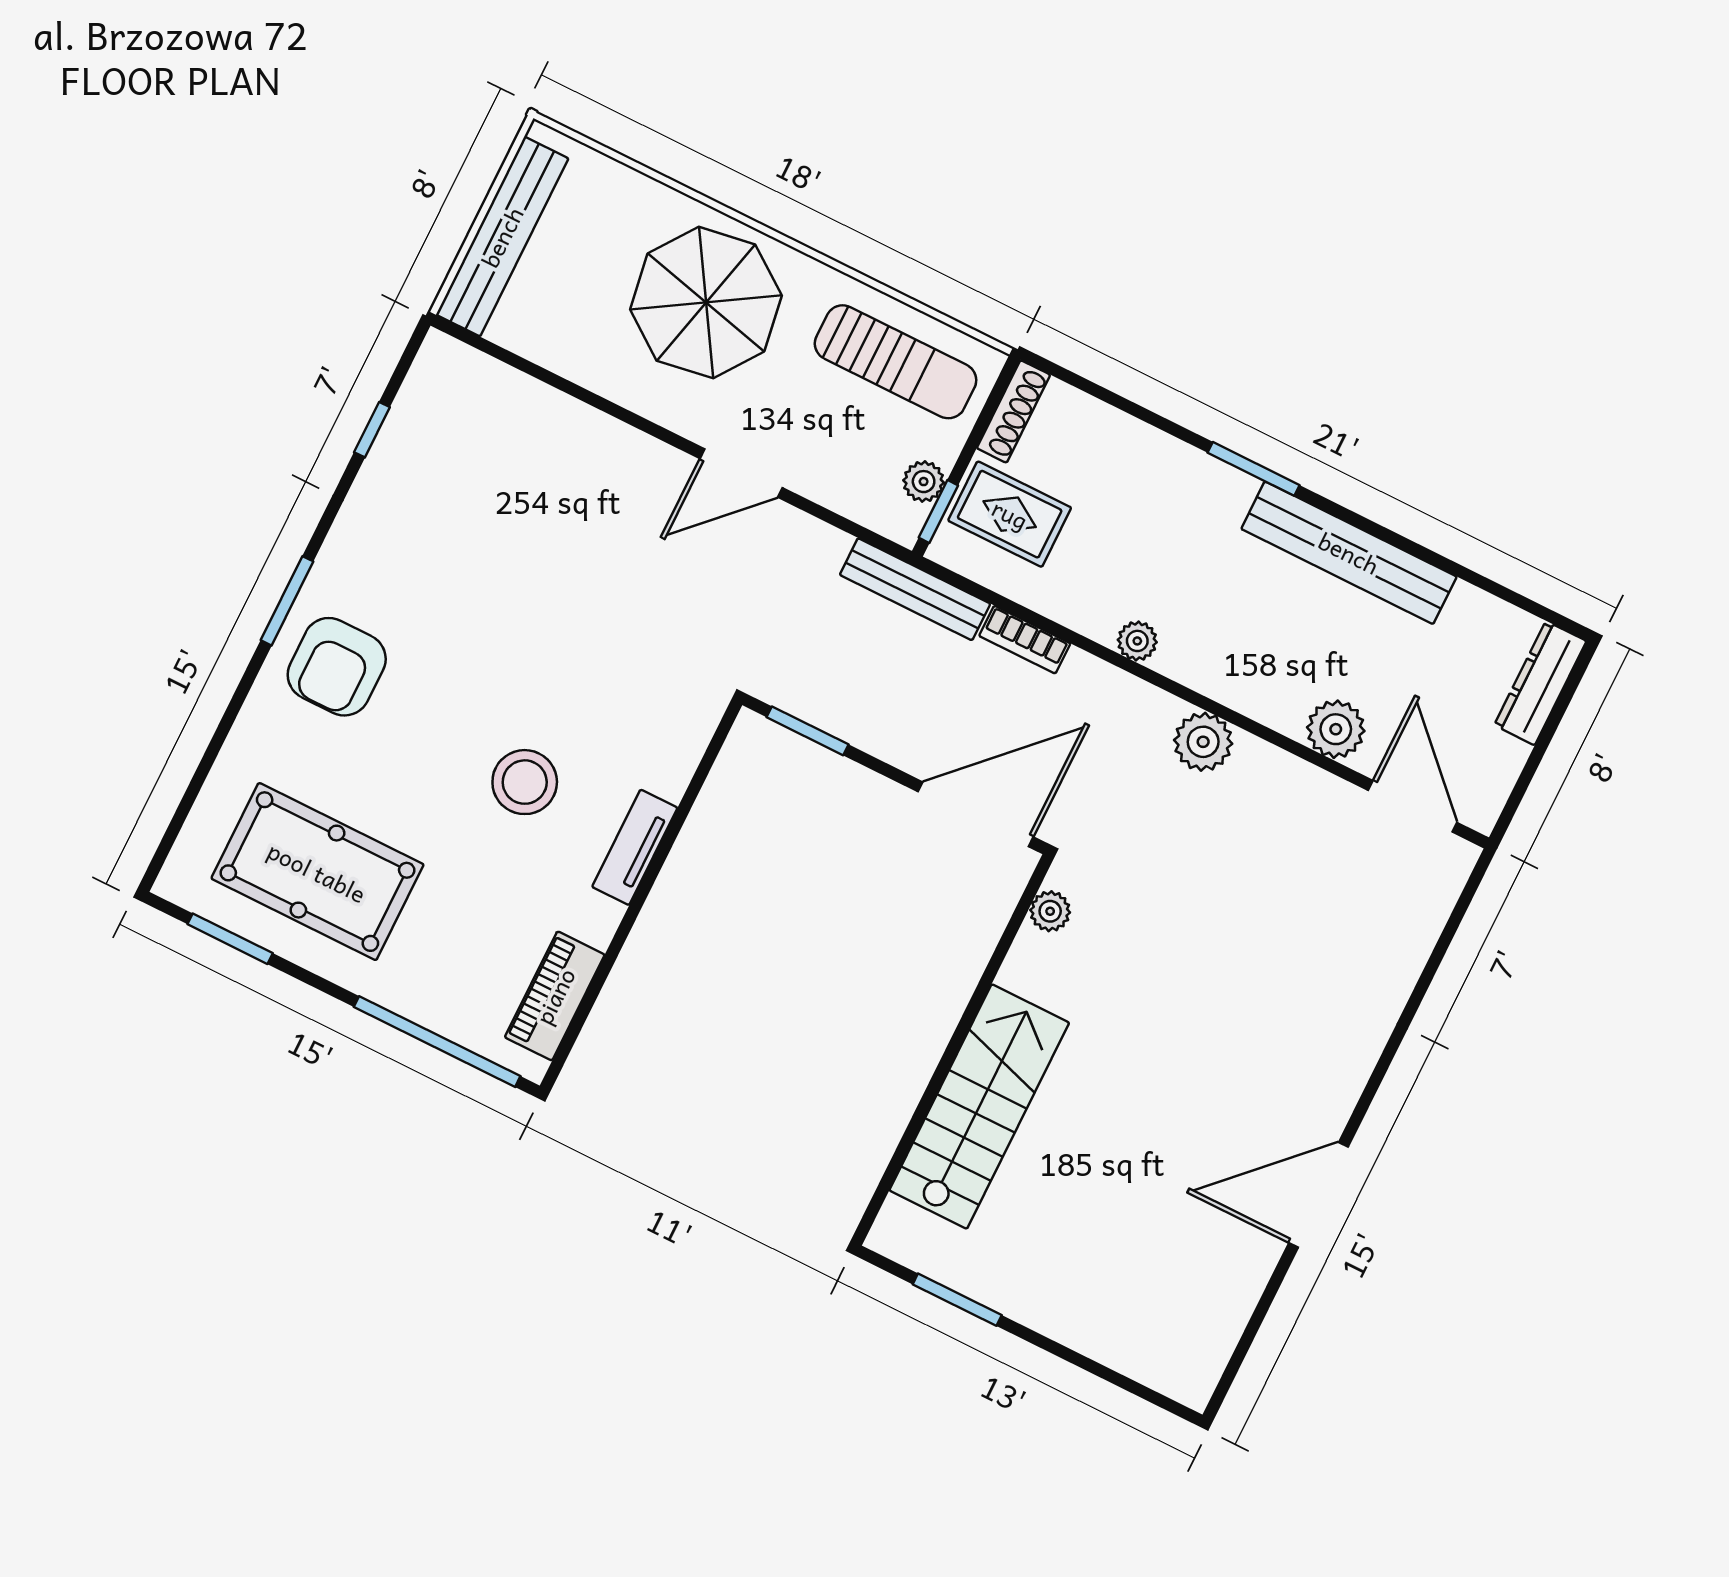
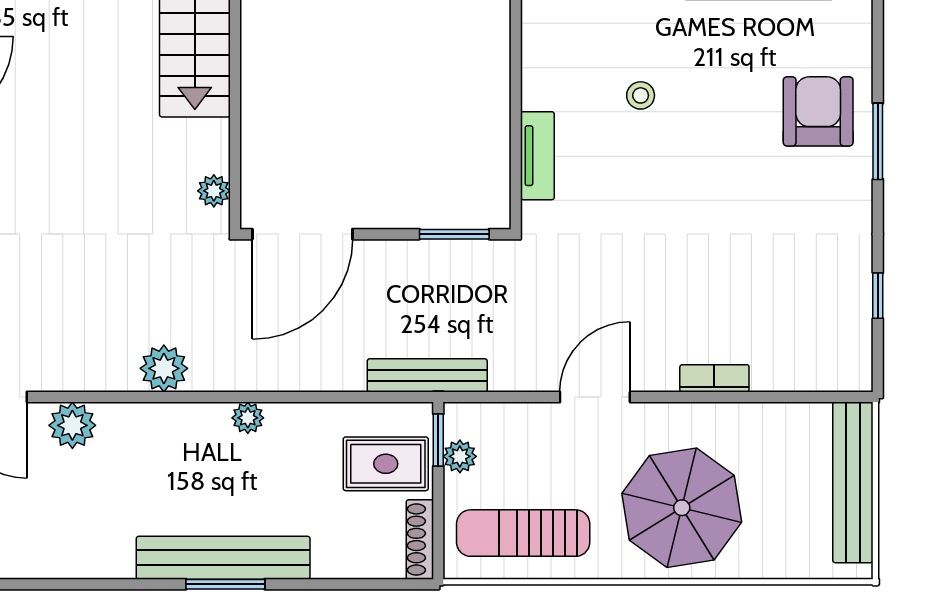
bench: (1349, 553) -> (223, 558), moved
bookcase: (1025, 640) -> (714, 378), moved
stool: (525, 782) -> (641, 95), width x0.53, depth x0.53
tv unit: (635, 847) -> (537, 156), moved

